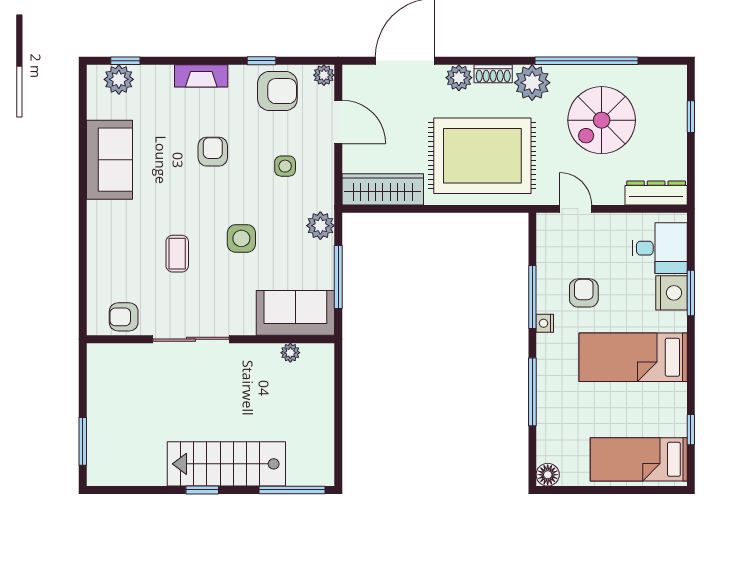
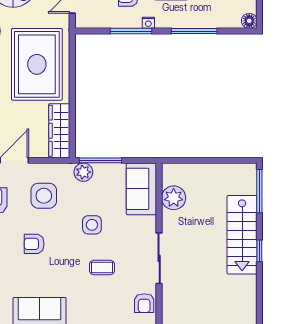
side table: (285, 166) -> (44, 196), width x1.87, depth x1.87
window: (338, 277) -> (101, 160), moved
plant: (290, 353) -> (174, 198), width x1.87, depth x1.87

